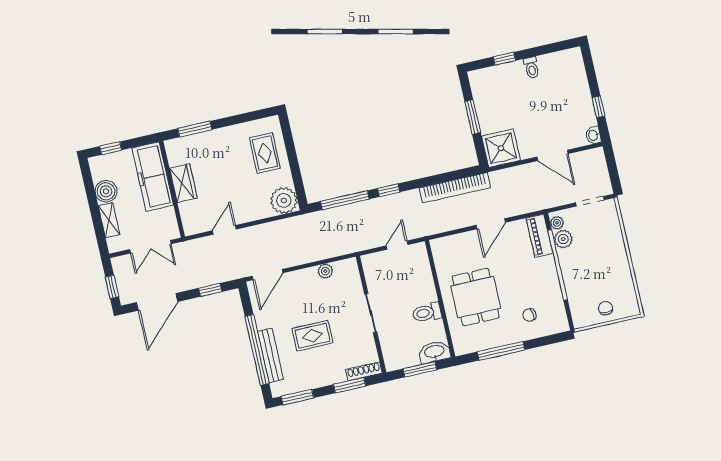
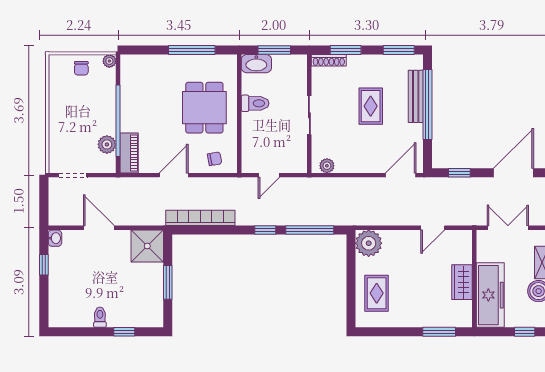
plant: (557, 223) -> (109, 61), moved
plant: (325, 271) -> (327, 166), moved
chair: (529, 315) -> (215, 159), moved
rug: (312, 336) -> (371, 106), turned 90

